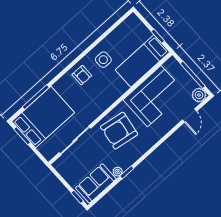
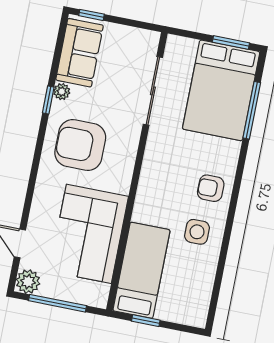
armchair: (119, 131) -> (80, 145), moved, turned -99

